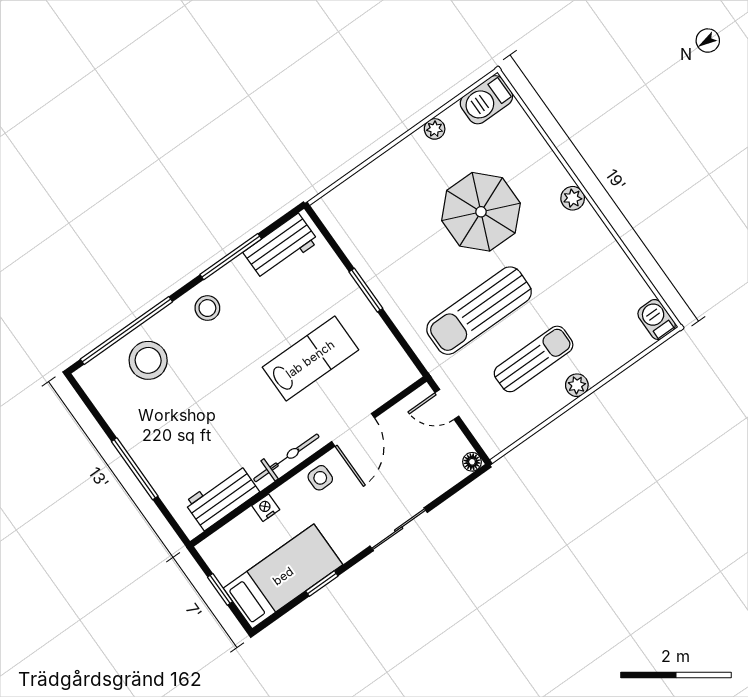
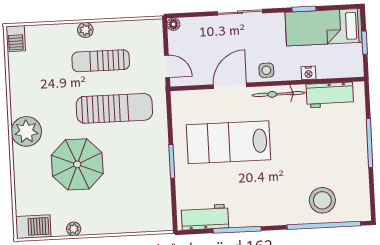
plant: (573, 198) -> (26, 131), width x1.87, depth x1.87
stool: (207, 308) -> (269, 209), removed
lab bench: (310, 359) -> (229, 142), width x1.36, depth x1.39

